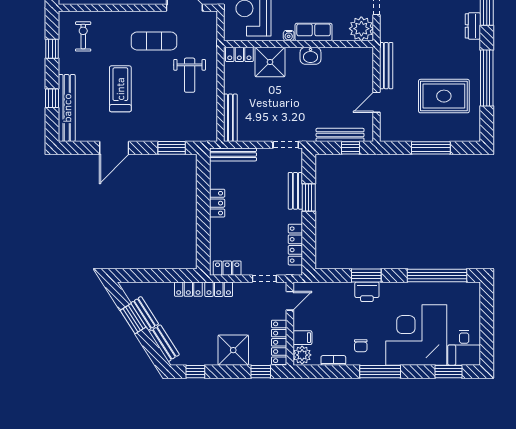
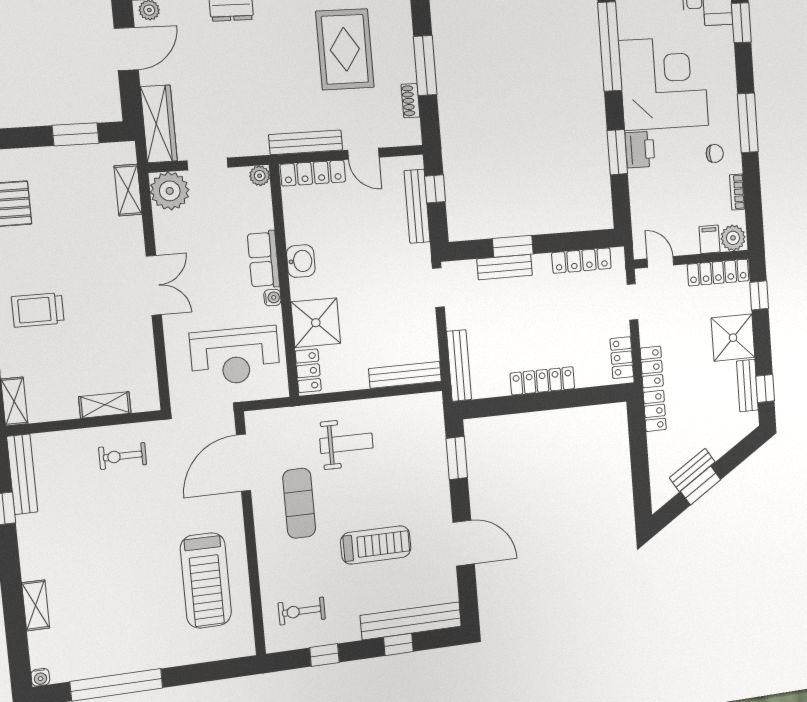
plant: (361, 29) -> (260, 176), width x0.53, depth x0.53
locker: (366, 69) -> (313, 173), added
treadmill: (120, 89) -> (376, 545), turned 180
shoe rack: (409, 136) -> (410, 101), added
locker: (217, 203) -> (542, 381), width x1.53
corner desk: (416, 335) -> (664, 83), moved, turned 180
bench: (164, 343) -> (747, 386), moved, turned -57

